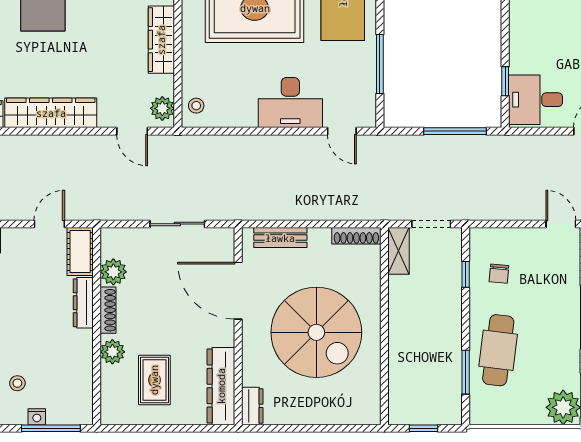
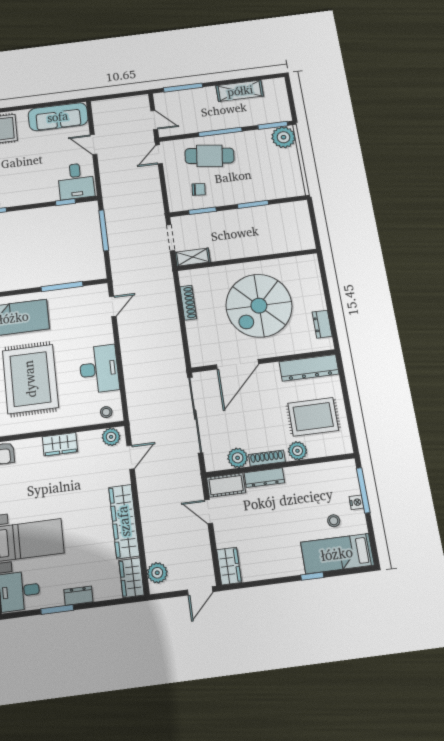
wardrobe: (161, 40) -> (60, 444), width x0.67
desk: (290, 103) -> (99, 369), moved
sliding door: (177, 224) -> (195, 415), width x1.86
shoe rack: (356, 236) -> (188, 303), moved
bench: (280, 238) -> (195, 339), removed
window: (466, 274) -> (202, 211), width x1.50
spiral stairs: (316, 332) -> (259, 306), turned 180
cafe table: (498, 350) -> (210, 156), moved
window: (466, 372) -> (253, 204), moved
rug: (154, 380) -> (313, 417), width x1.36, depth x1.43
dresser: (252, 406) -> (322, 324), moved, turned -90
window: (423, 428) -> (314, 225), removed

